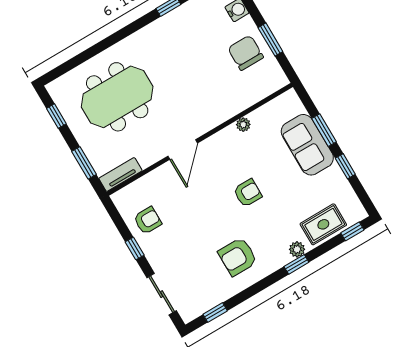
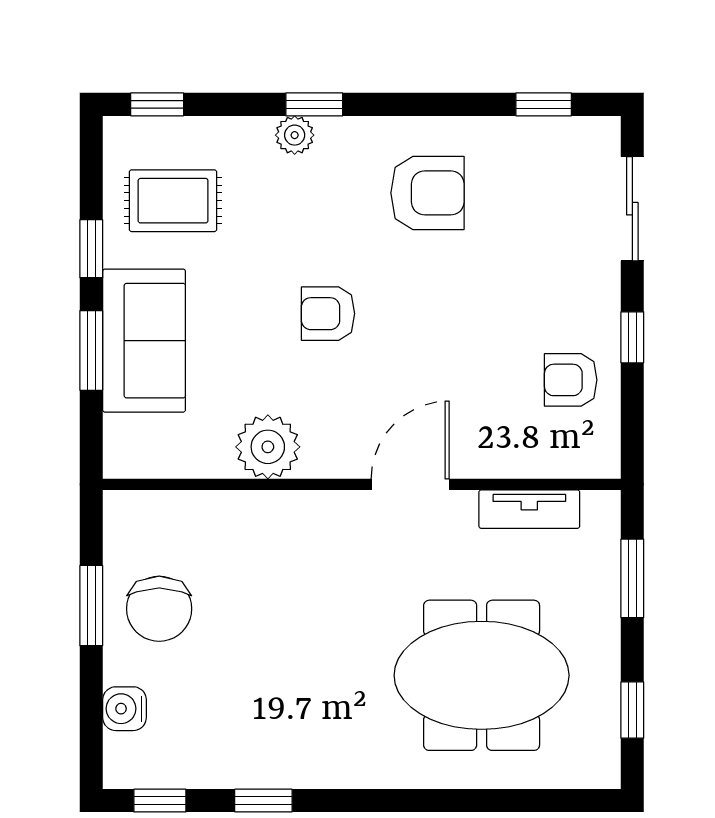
plant: (243, 125) -> (268, 447), width x1.88, depth x1.88
tv unit: (120, 174) -> (529, 509), moved
rug: (323, 224) -> (173, 201), moved

